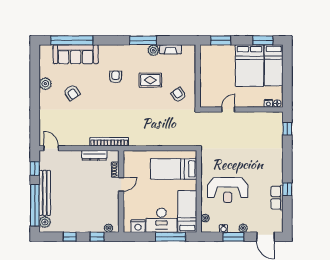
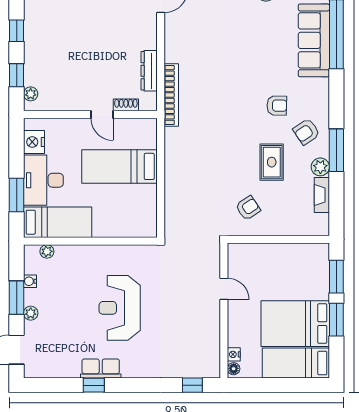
window: (263, 40) -> (336, 320), moved
armchair: (72, 93) -> (306, 132), moved
bed: (174, 169) -> (120, 166), moved, turned -90
reception desk: (228, 190) -> (120, 308), moved
row of seats: (277, 198) -> (101, 369), moved
window: (170, 237) -> (17, 195), width x0.69

